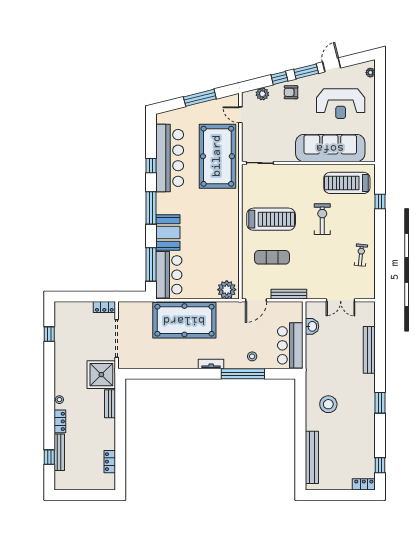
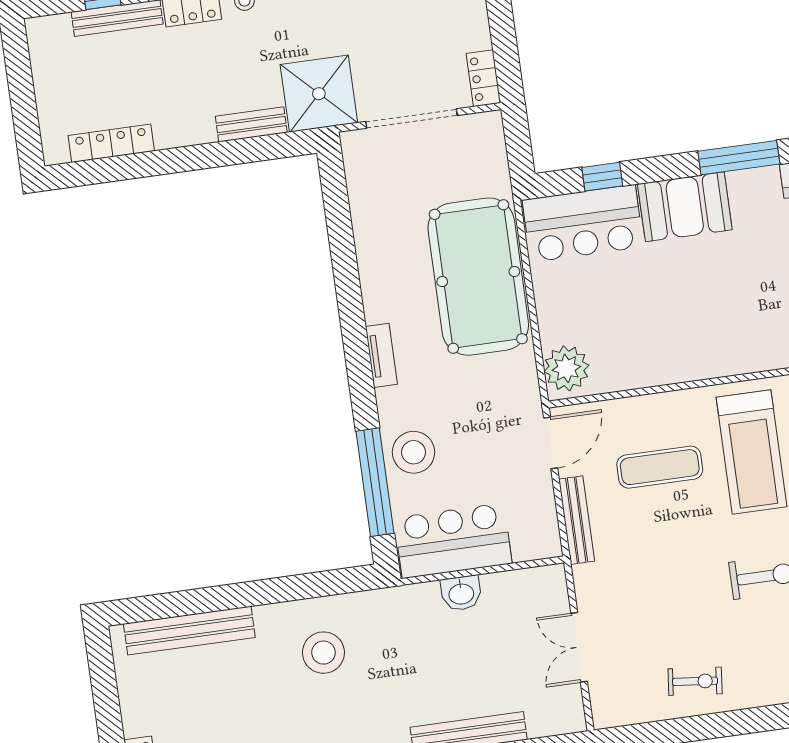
exercise mat: (272, 257) -> (660, 467), turned 90
window: (151, 264) -> (602, 177), width x0.46
door: (256, 300) -> (551, 443), swing flipped
washbasin: (312, 326) -> (461, 593), moved
stool: (252, 356) -> (414, 452), width x1.89, depth x1.89
window: (243, 374) -> (375, 482), moved
locker: (110, 462) -> (111, 143), width x1.53

